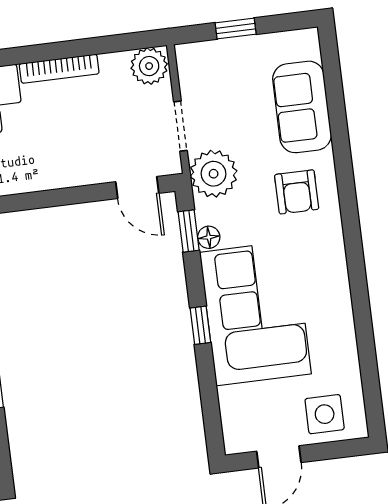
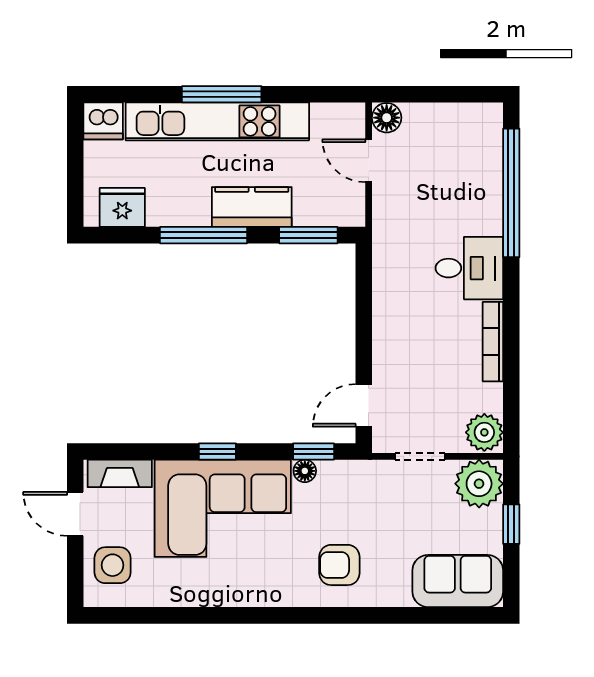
sofa: (302, 107) -> (458, 581), moved
plant: (214, 174) -> (479, 484), moved
fireplace: (234, 418) -> (120, 473), added

